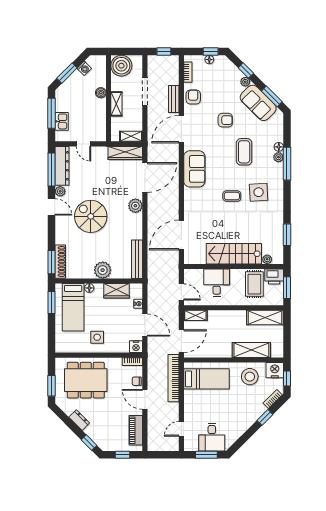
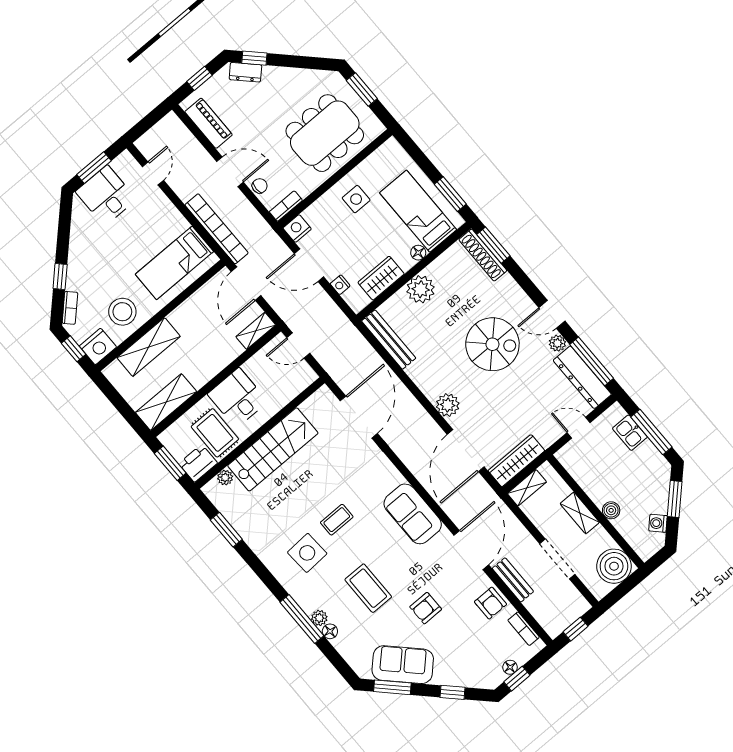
plant: (245, 82) -> (441, 678), removed
desk: (217, 283) -> (238, 398), moved, turned 180
dresser: (79, 420) -> (245, 72), moved

